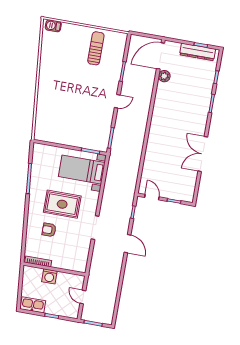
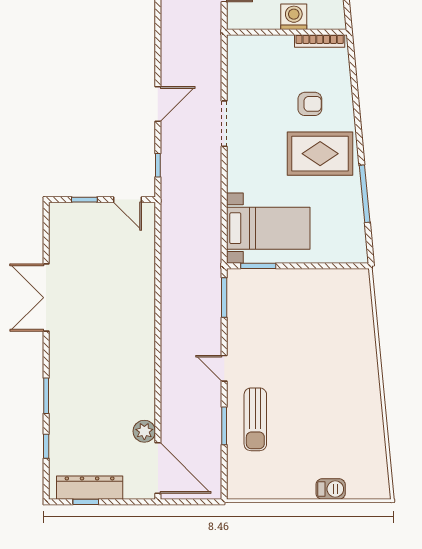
barbecue: (53, 26) -> (331, 489), moved
sun lounger: (96, 48) -> (255, 419), moved
door: (161, 56) -> (158, 468), hinge flipped
door: (117, 101) -> (224, 368), hinge flipped
double door: (203, 154) -> (46, 298), swing flipped
rug: (62, 204) -> (320, 154), moved
door: (127, 244) -> (158, 104), swing flipped

